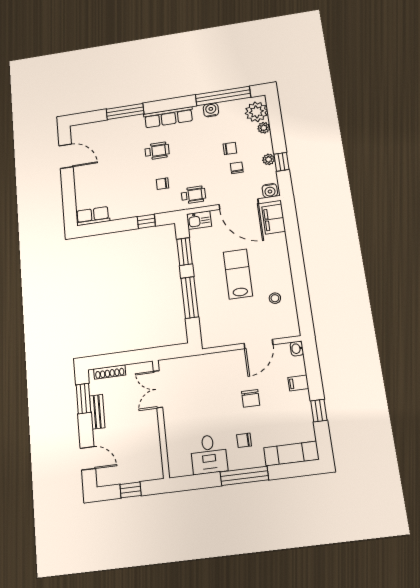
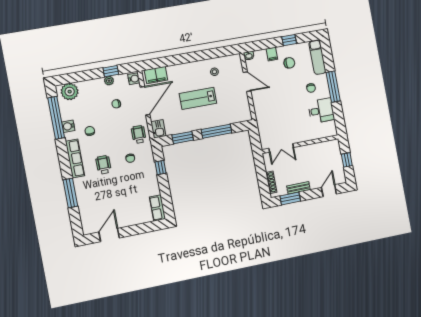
plant: (264, 128) -> (83, 85), removed
chair: (230, 148) -> (90, 131), moved
chair: (251, 398) -> (289, 63), moved

